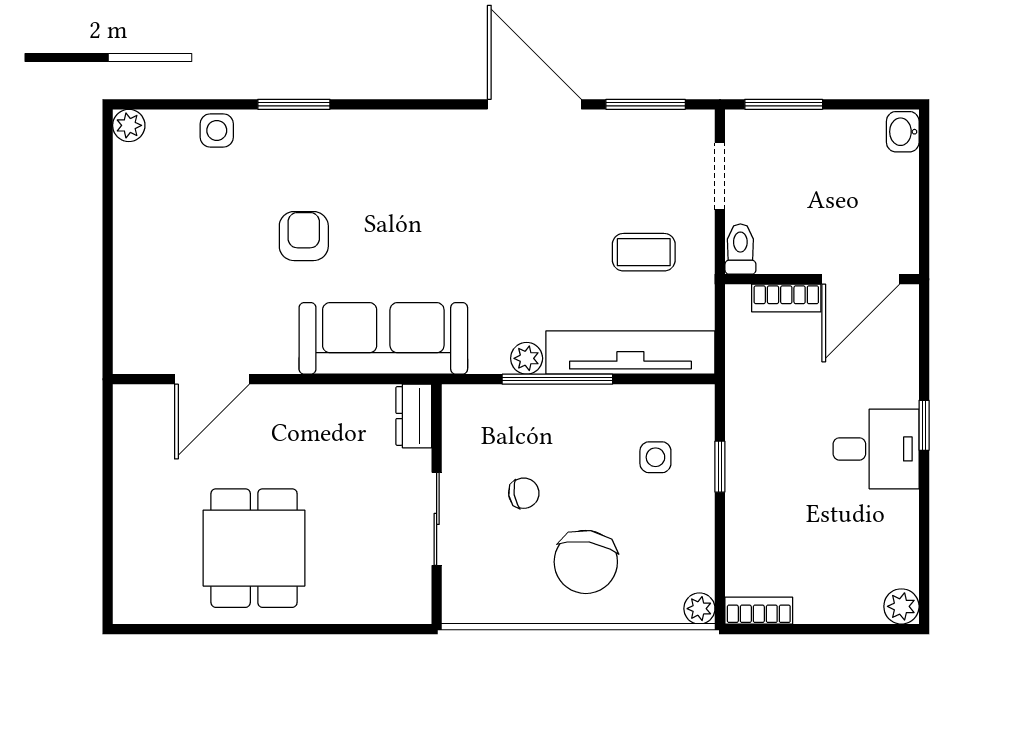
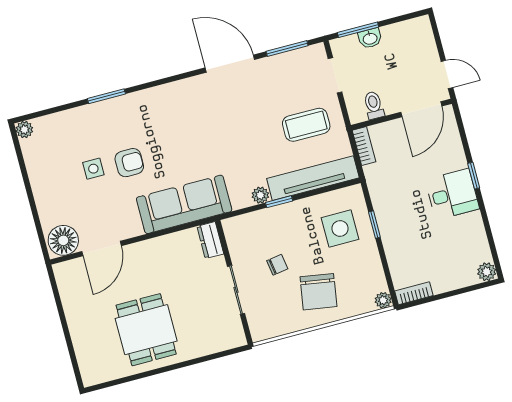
side table: (217, 130) -> (93, 169), moved
washbasin: (903, 132) -> (370, 38), moved, turned -90
door: (924, 228) -> (447, 74), added
armchair: (304, 236) -> (129, 163), turned 90
toilet: (740, 249) -> (374, 105), moved
coffee table: (644, 252) -> (306, 125), width x1.36, depth x1.30
bookcase: (786, 298) -> (364, 146), moved, turned -90
floor lamp: (146, 346) -> (63, 240), added
window: (557, 379) -> (279, 202), width x0.46
side table: (655, 457) -> (340, 228), width x1.87, depth x1.87

